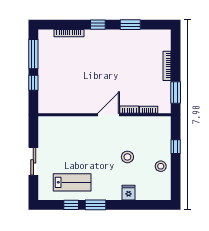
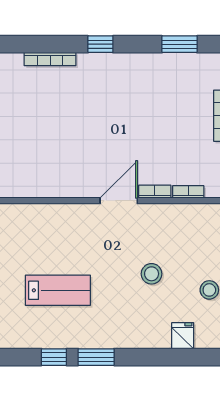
window: (130, 25) -> (179, 44), moved
lab bench: (72, 182) -> (58, 290), moved
fridge: (129, 193) -> (183, 336), moved

